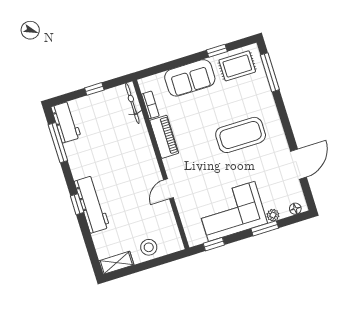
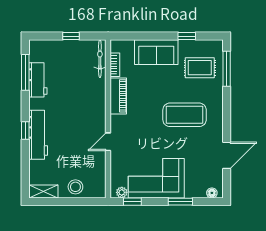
rug: (237, 66) -> (200, 68), moved
workbench: (66, 122) -> (38, 80), moved
plant: (273, 215) -> (122, 192), moved

